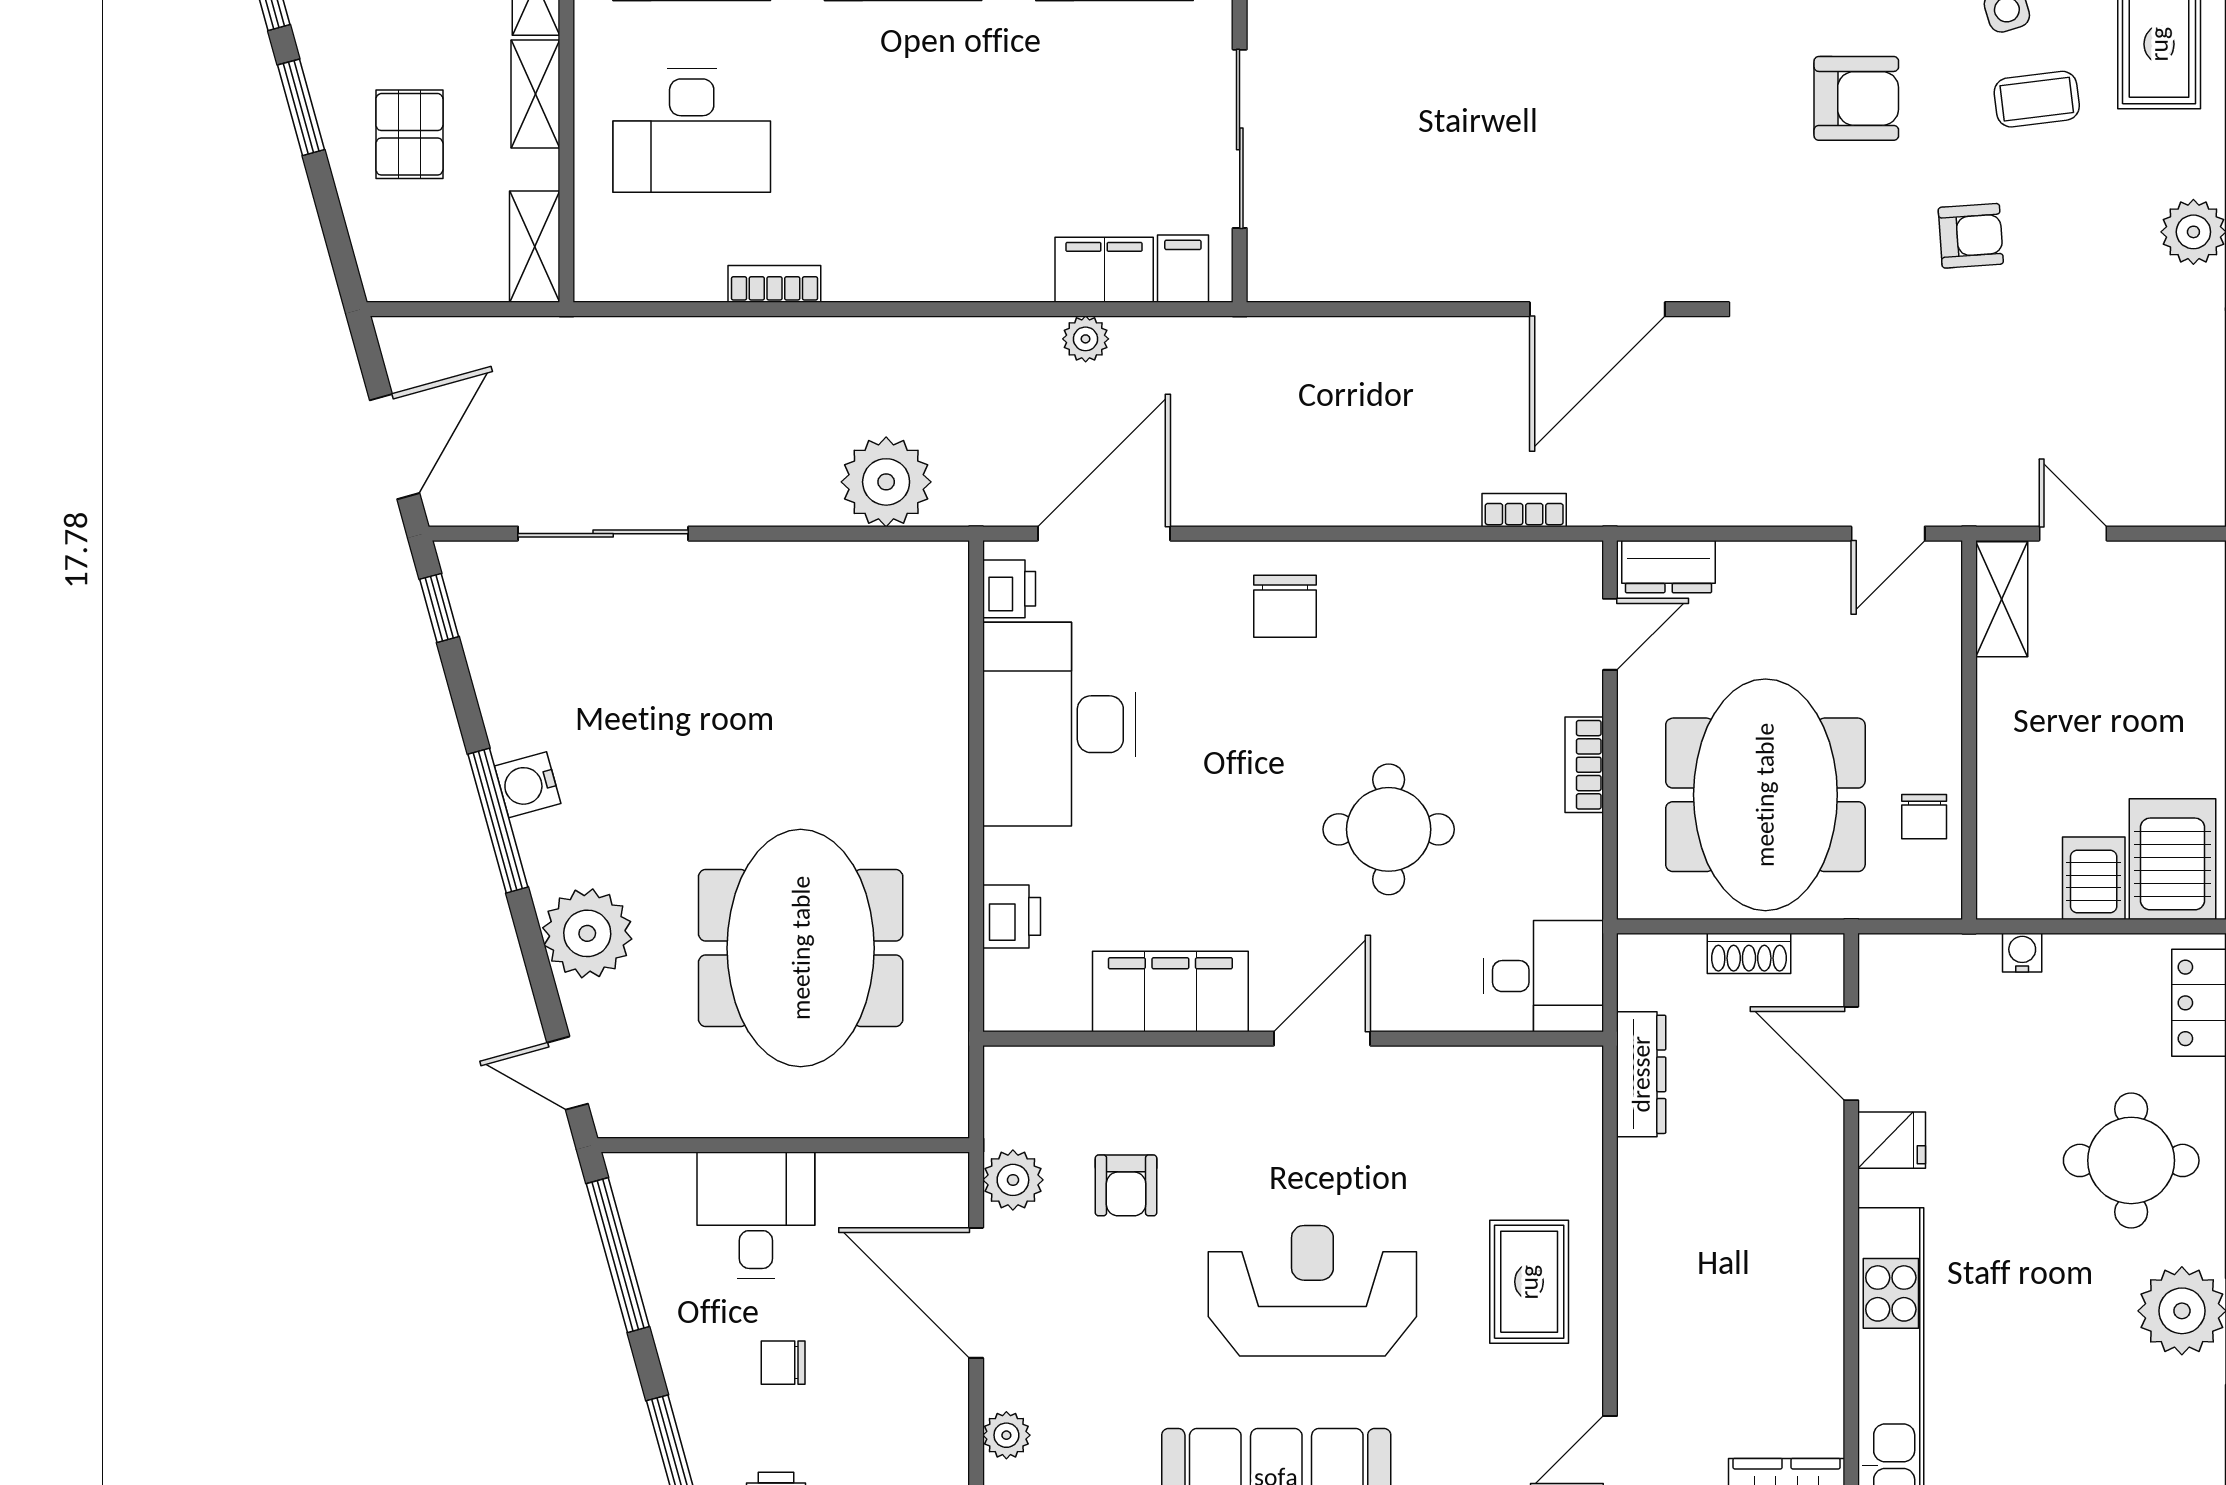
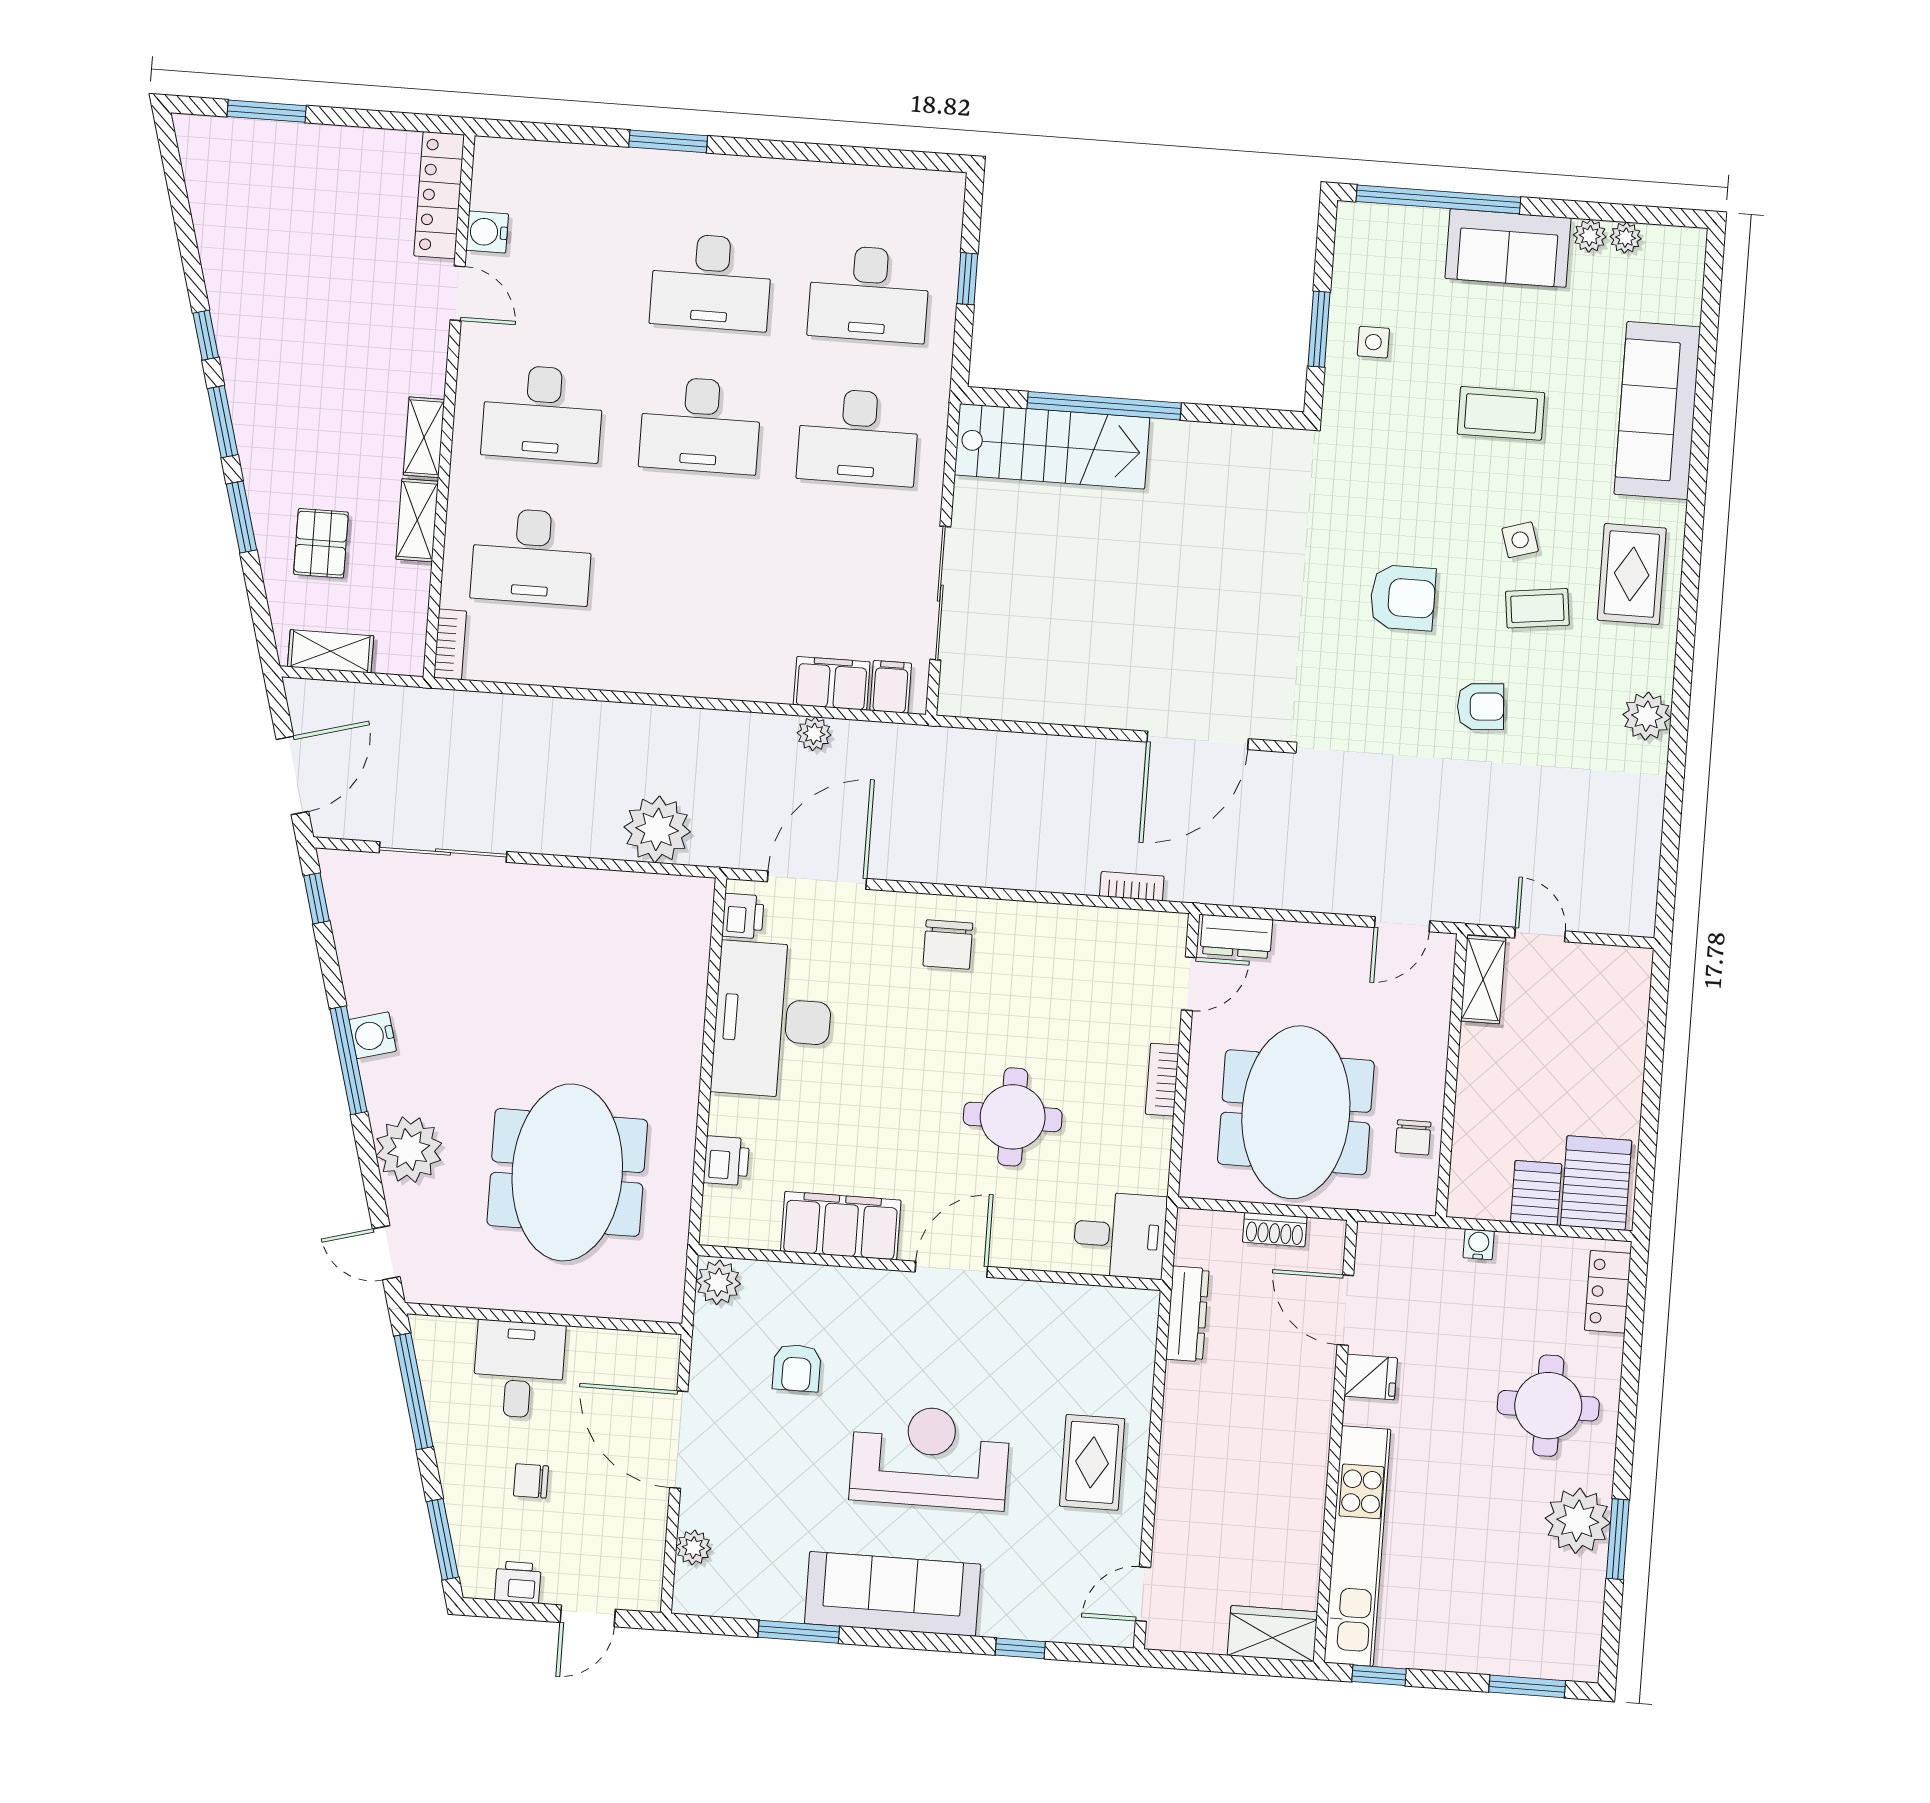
shelving: (535, 247) -> (331, 651), moved, turned 90
bookcase: (774, 284) -> (450, 644), moved, turned 90
plant: (1013, 1180) -> (718, 1282), moved

